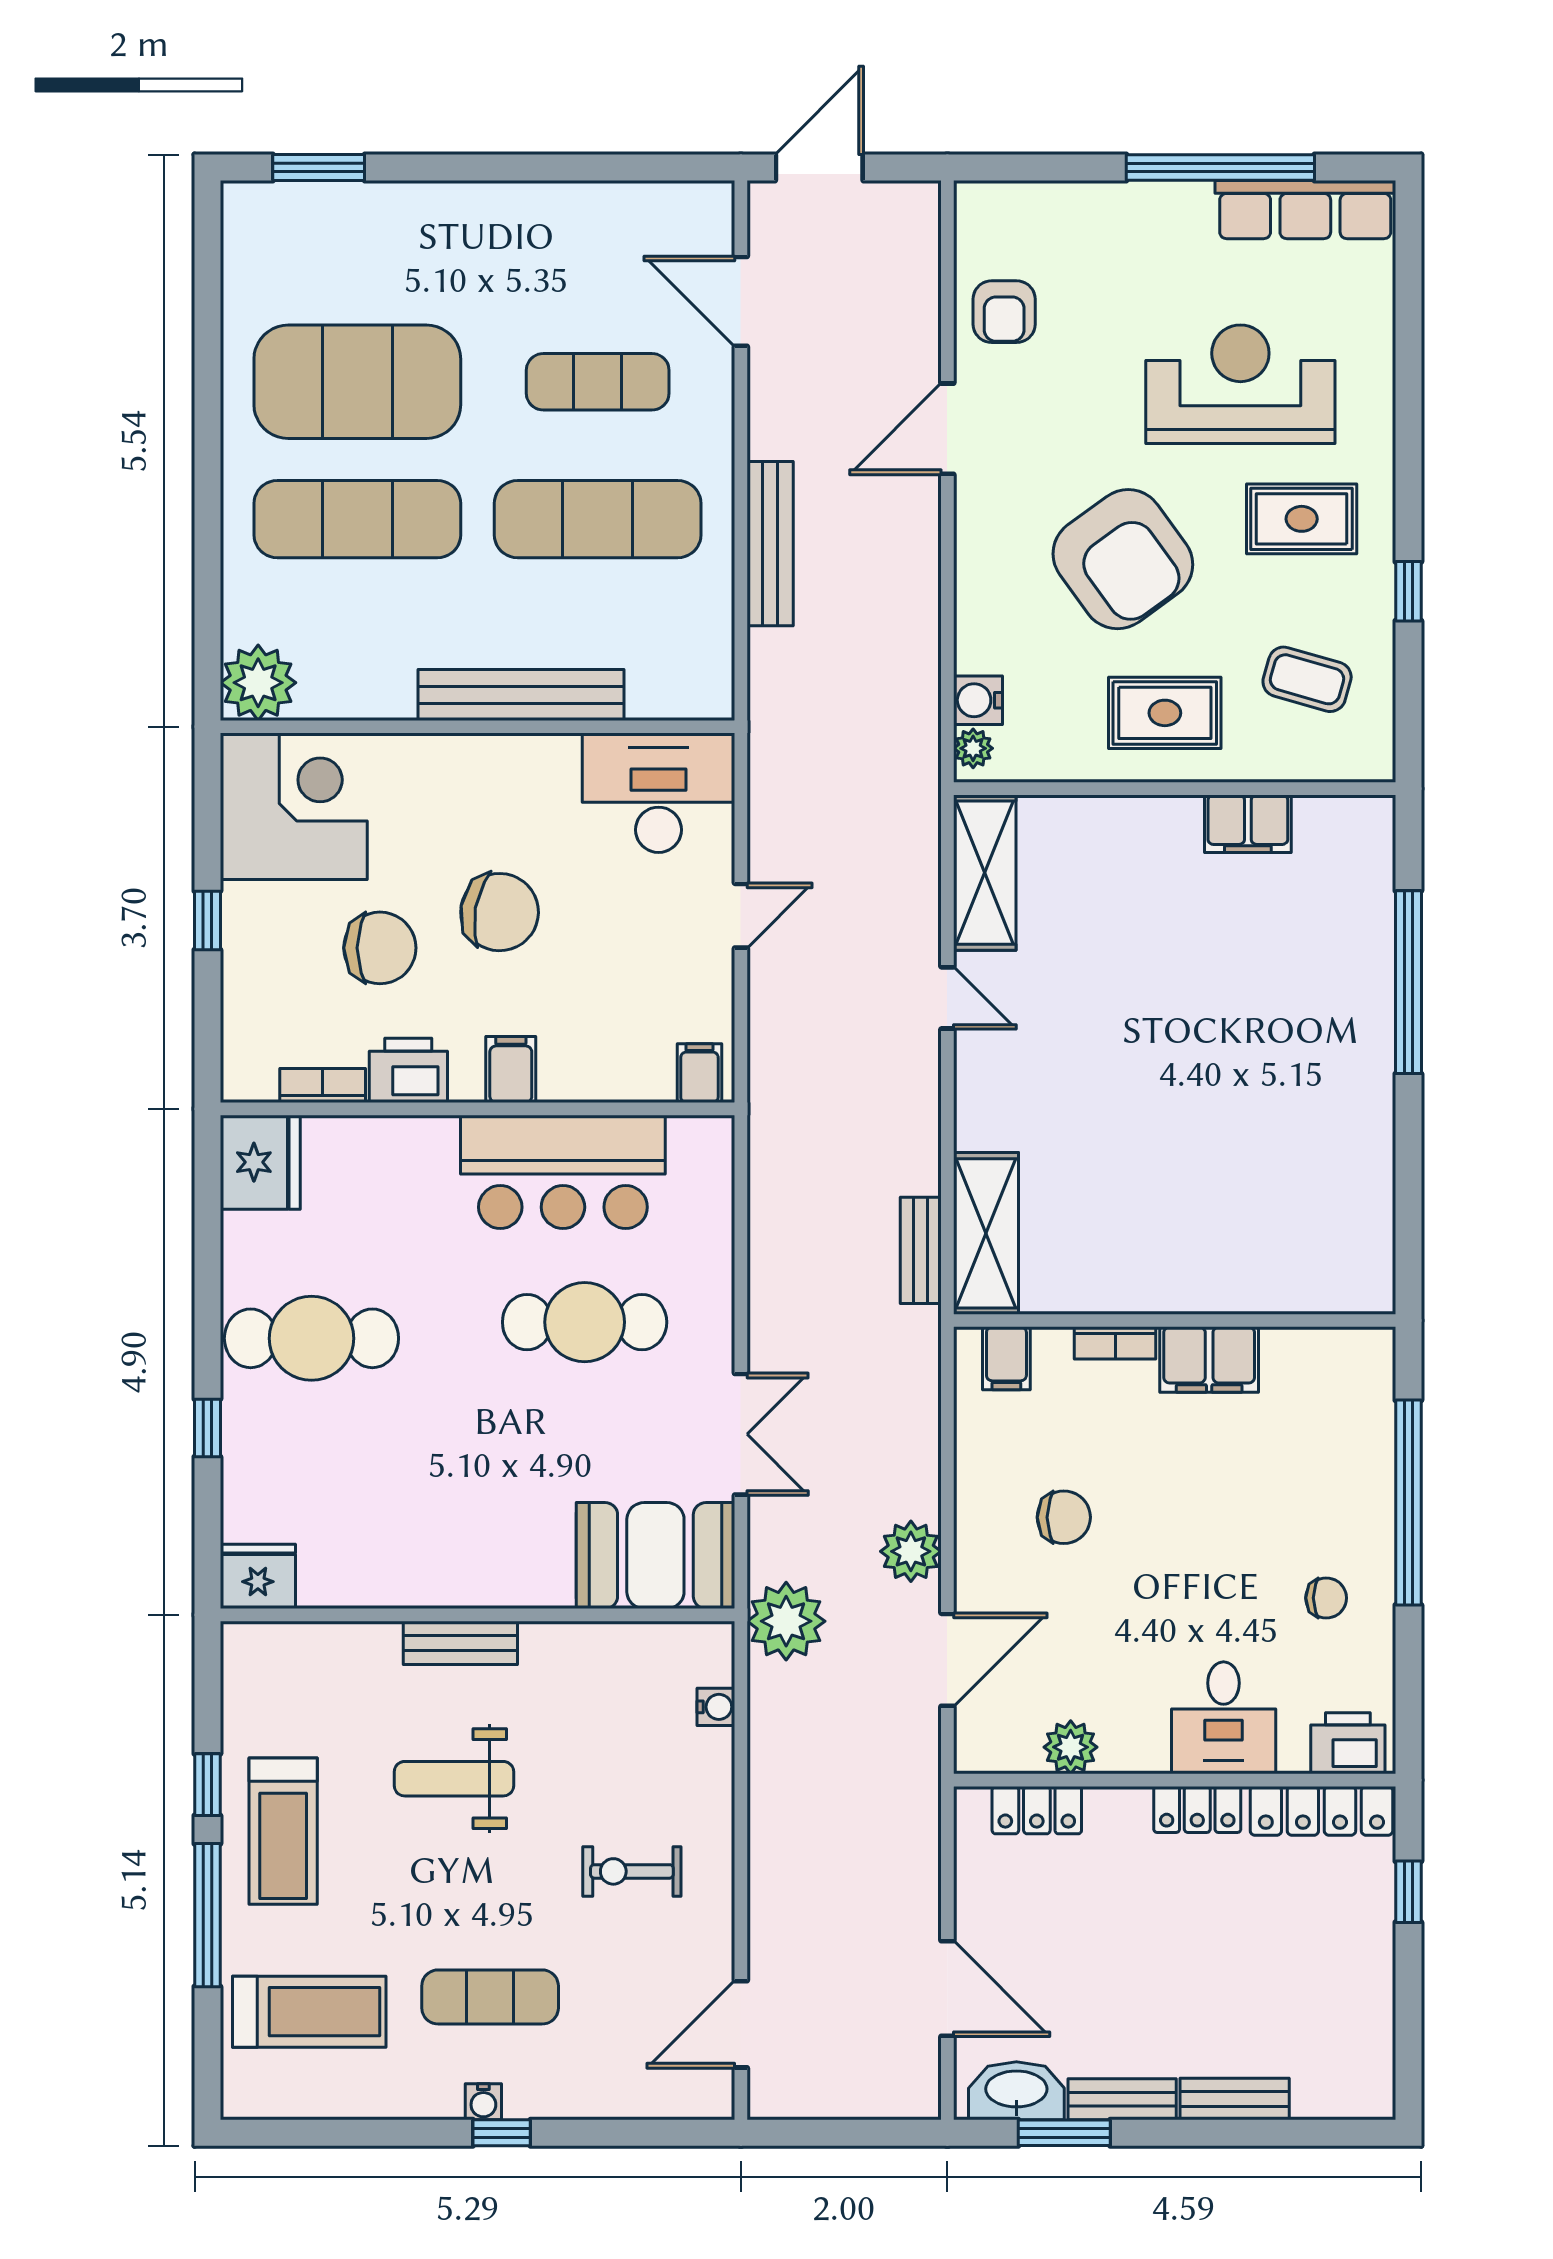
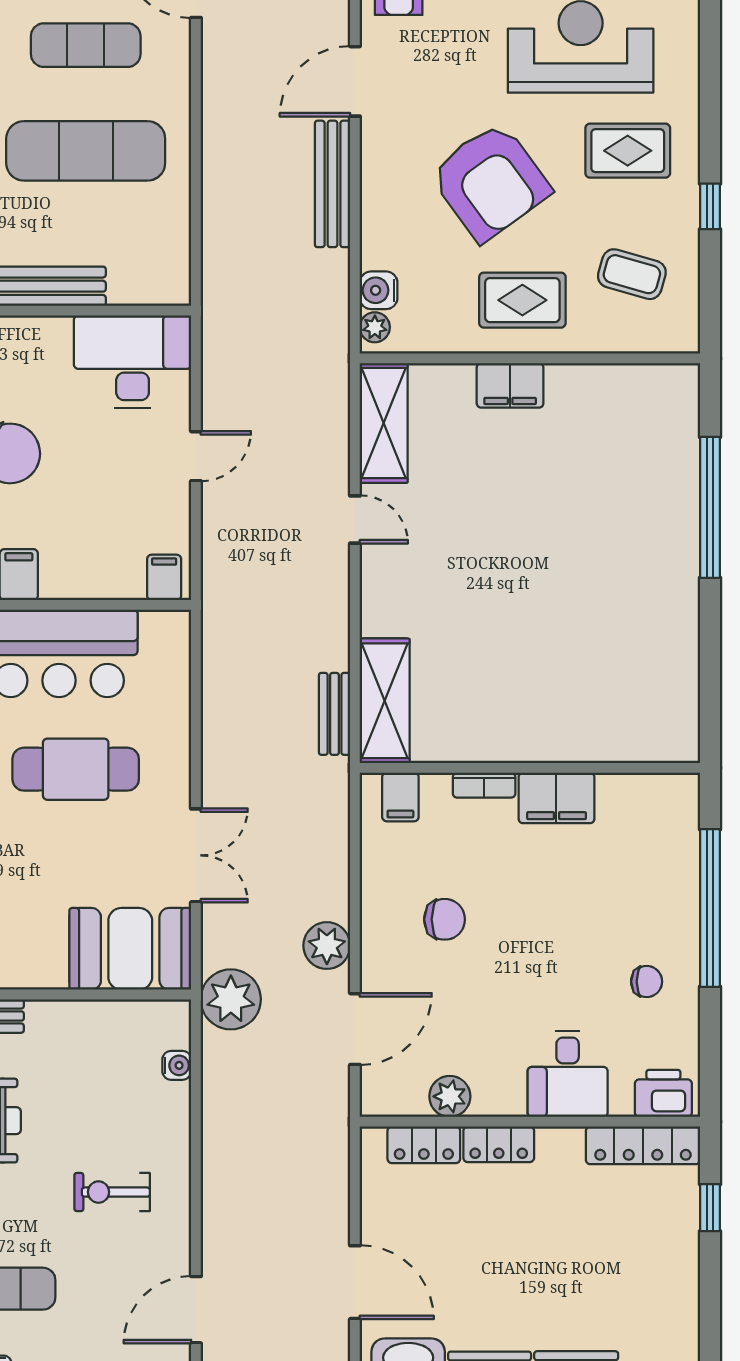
bench: (770, 544) -> (332, 184), moved
filing cabinet: (1248, 824) -> (510, 385), moved
locker: (1197, 1809) -> (499, 1144), moved

